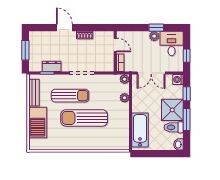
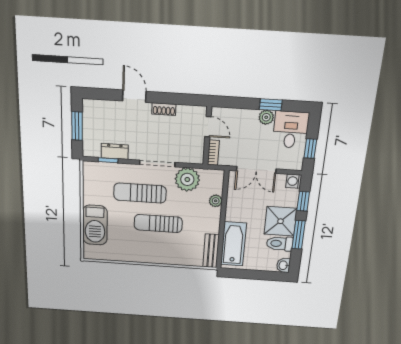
plant: (124, 79) -> (187, 179), moved, width x1.87, depth x1.87
bench: (34, 93) -> (211, 251), moved
sun lounger: (70, 96) -> (140, 193), turned 180
sun lounger: (84, 118) -> (158, 223), width x0.73, depth x0.75

